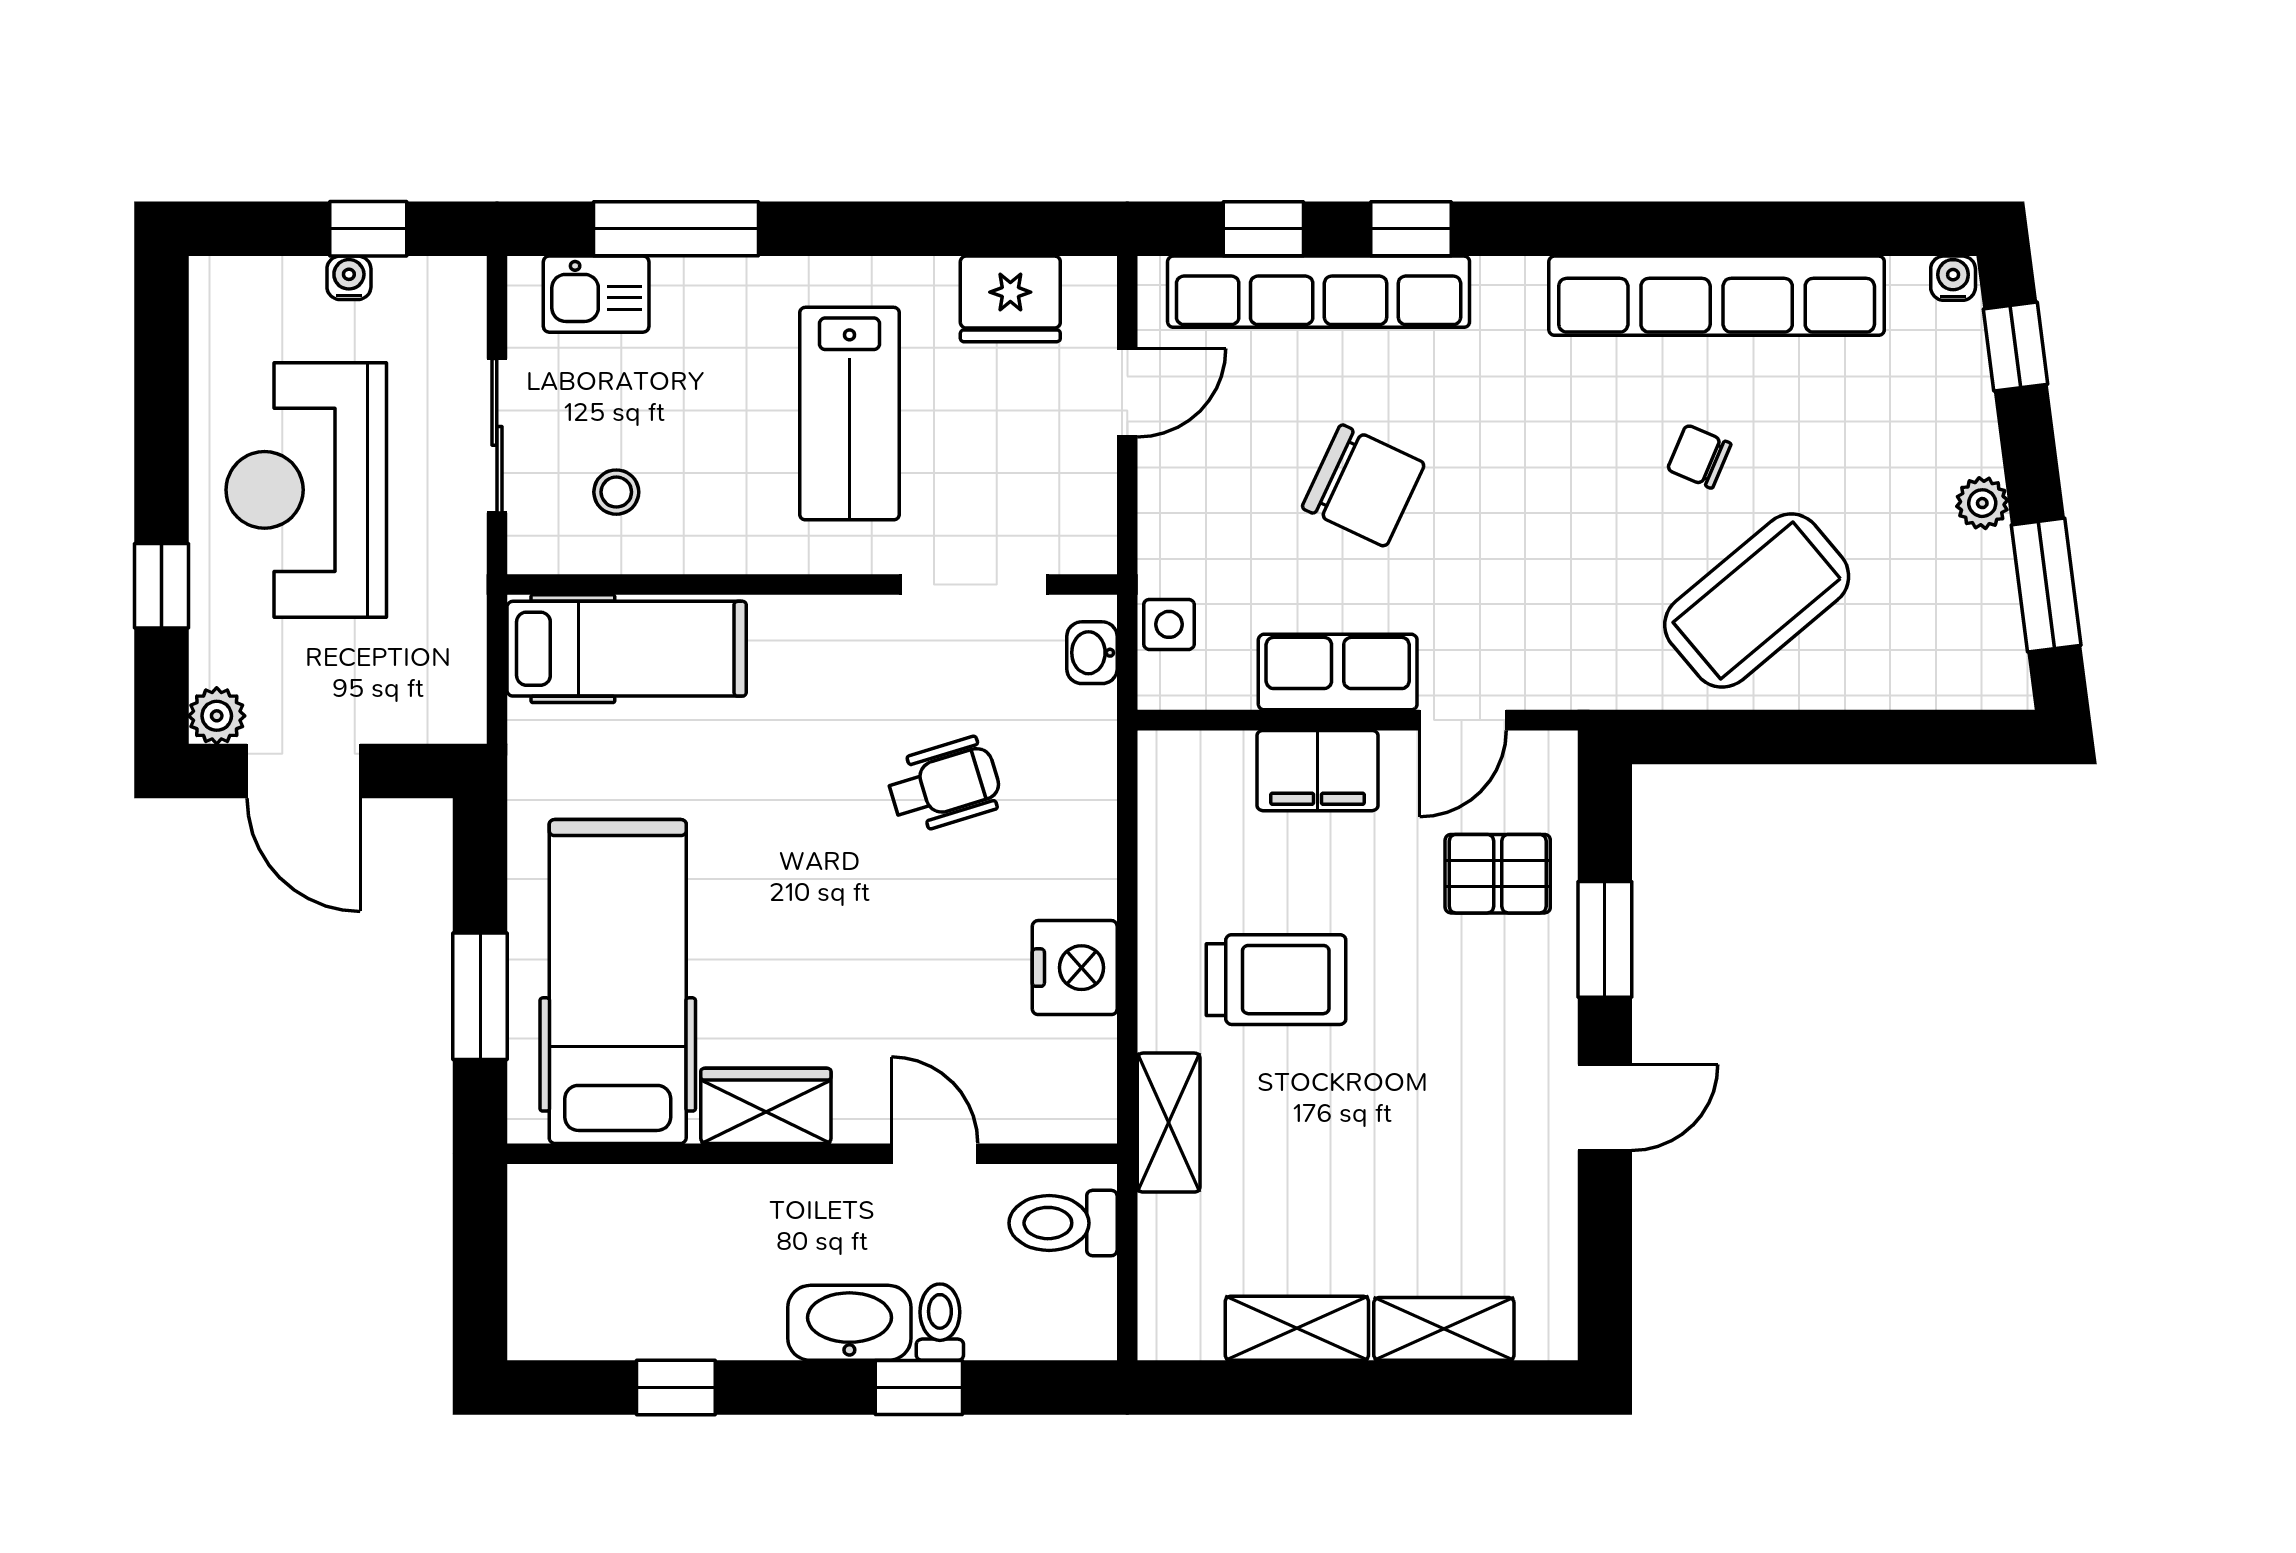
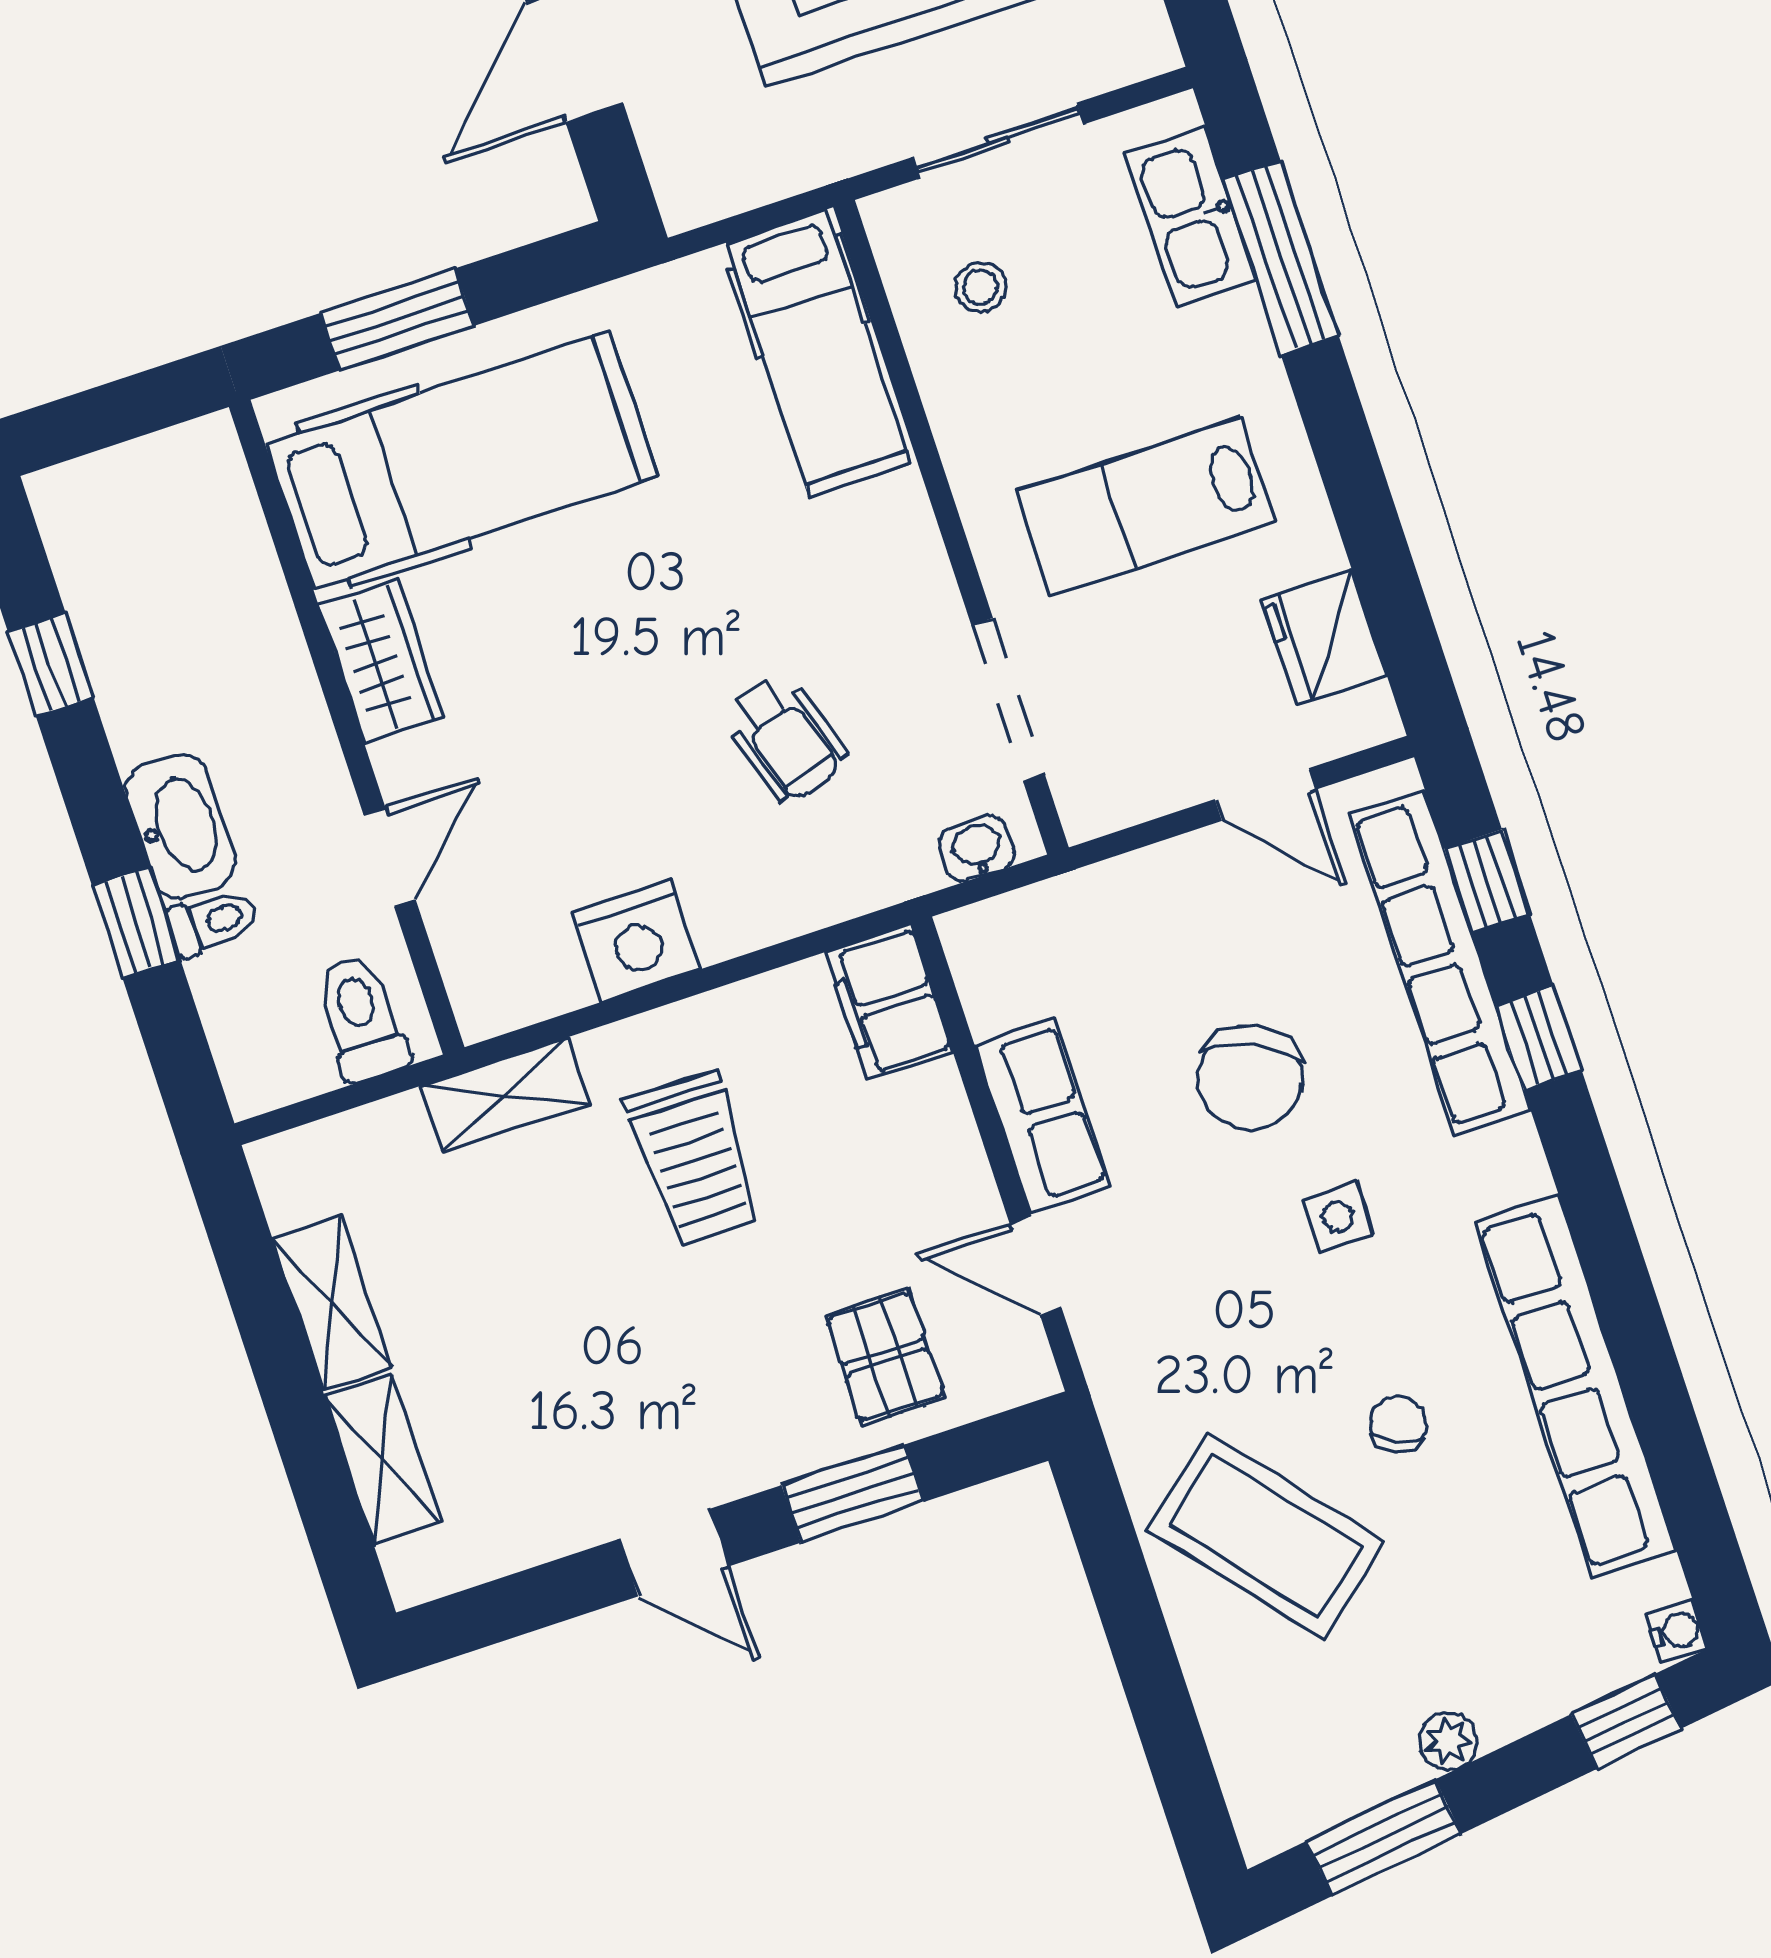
kitchen sink: (596, 294) -> (1190, 217), width x1.38
side table: (1169, 624) -> (1338, 1217), moved
filing cabinet: (1317, 771) -> (889, 1002), moved

